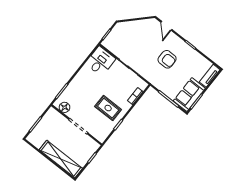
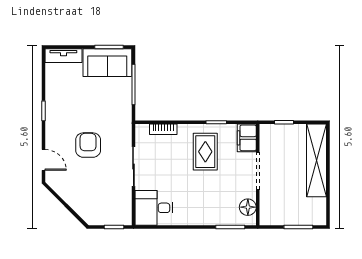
door: (166, 26) -> (43, 160), hinge flipped
armchair: (167, 59) -> (88, 145), moved
filing cabinet: (99, 134) -> (247, 138), added

